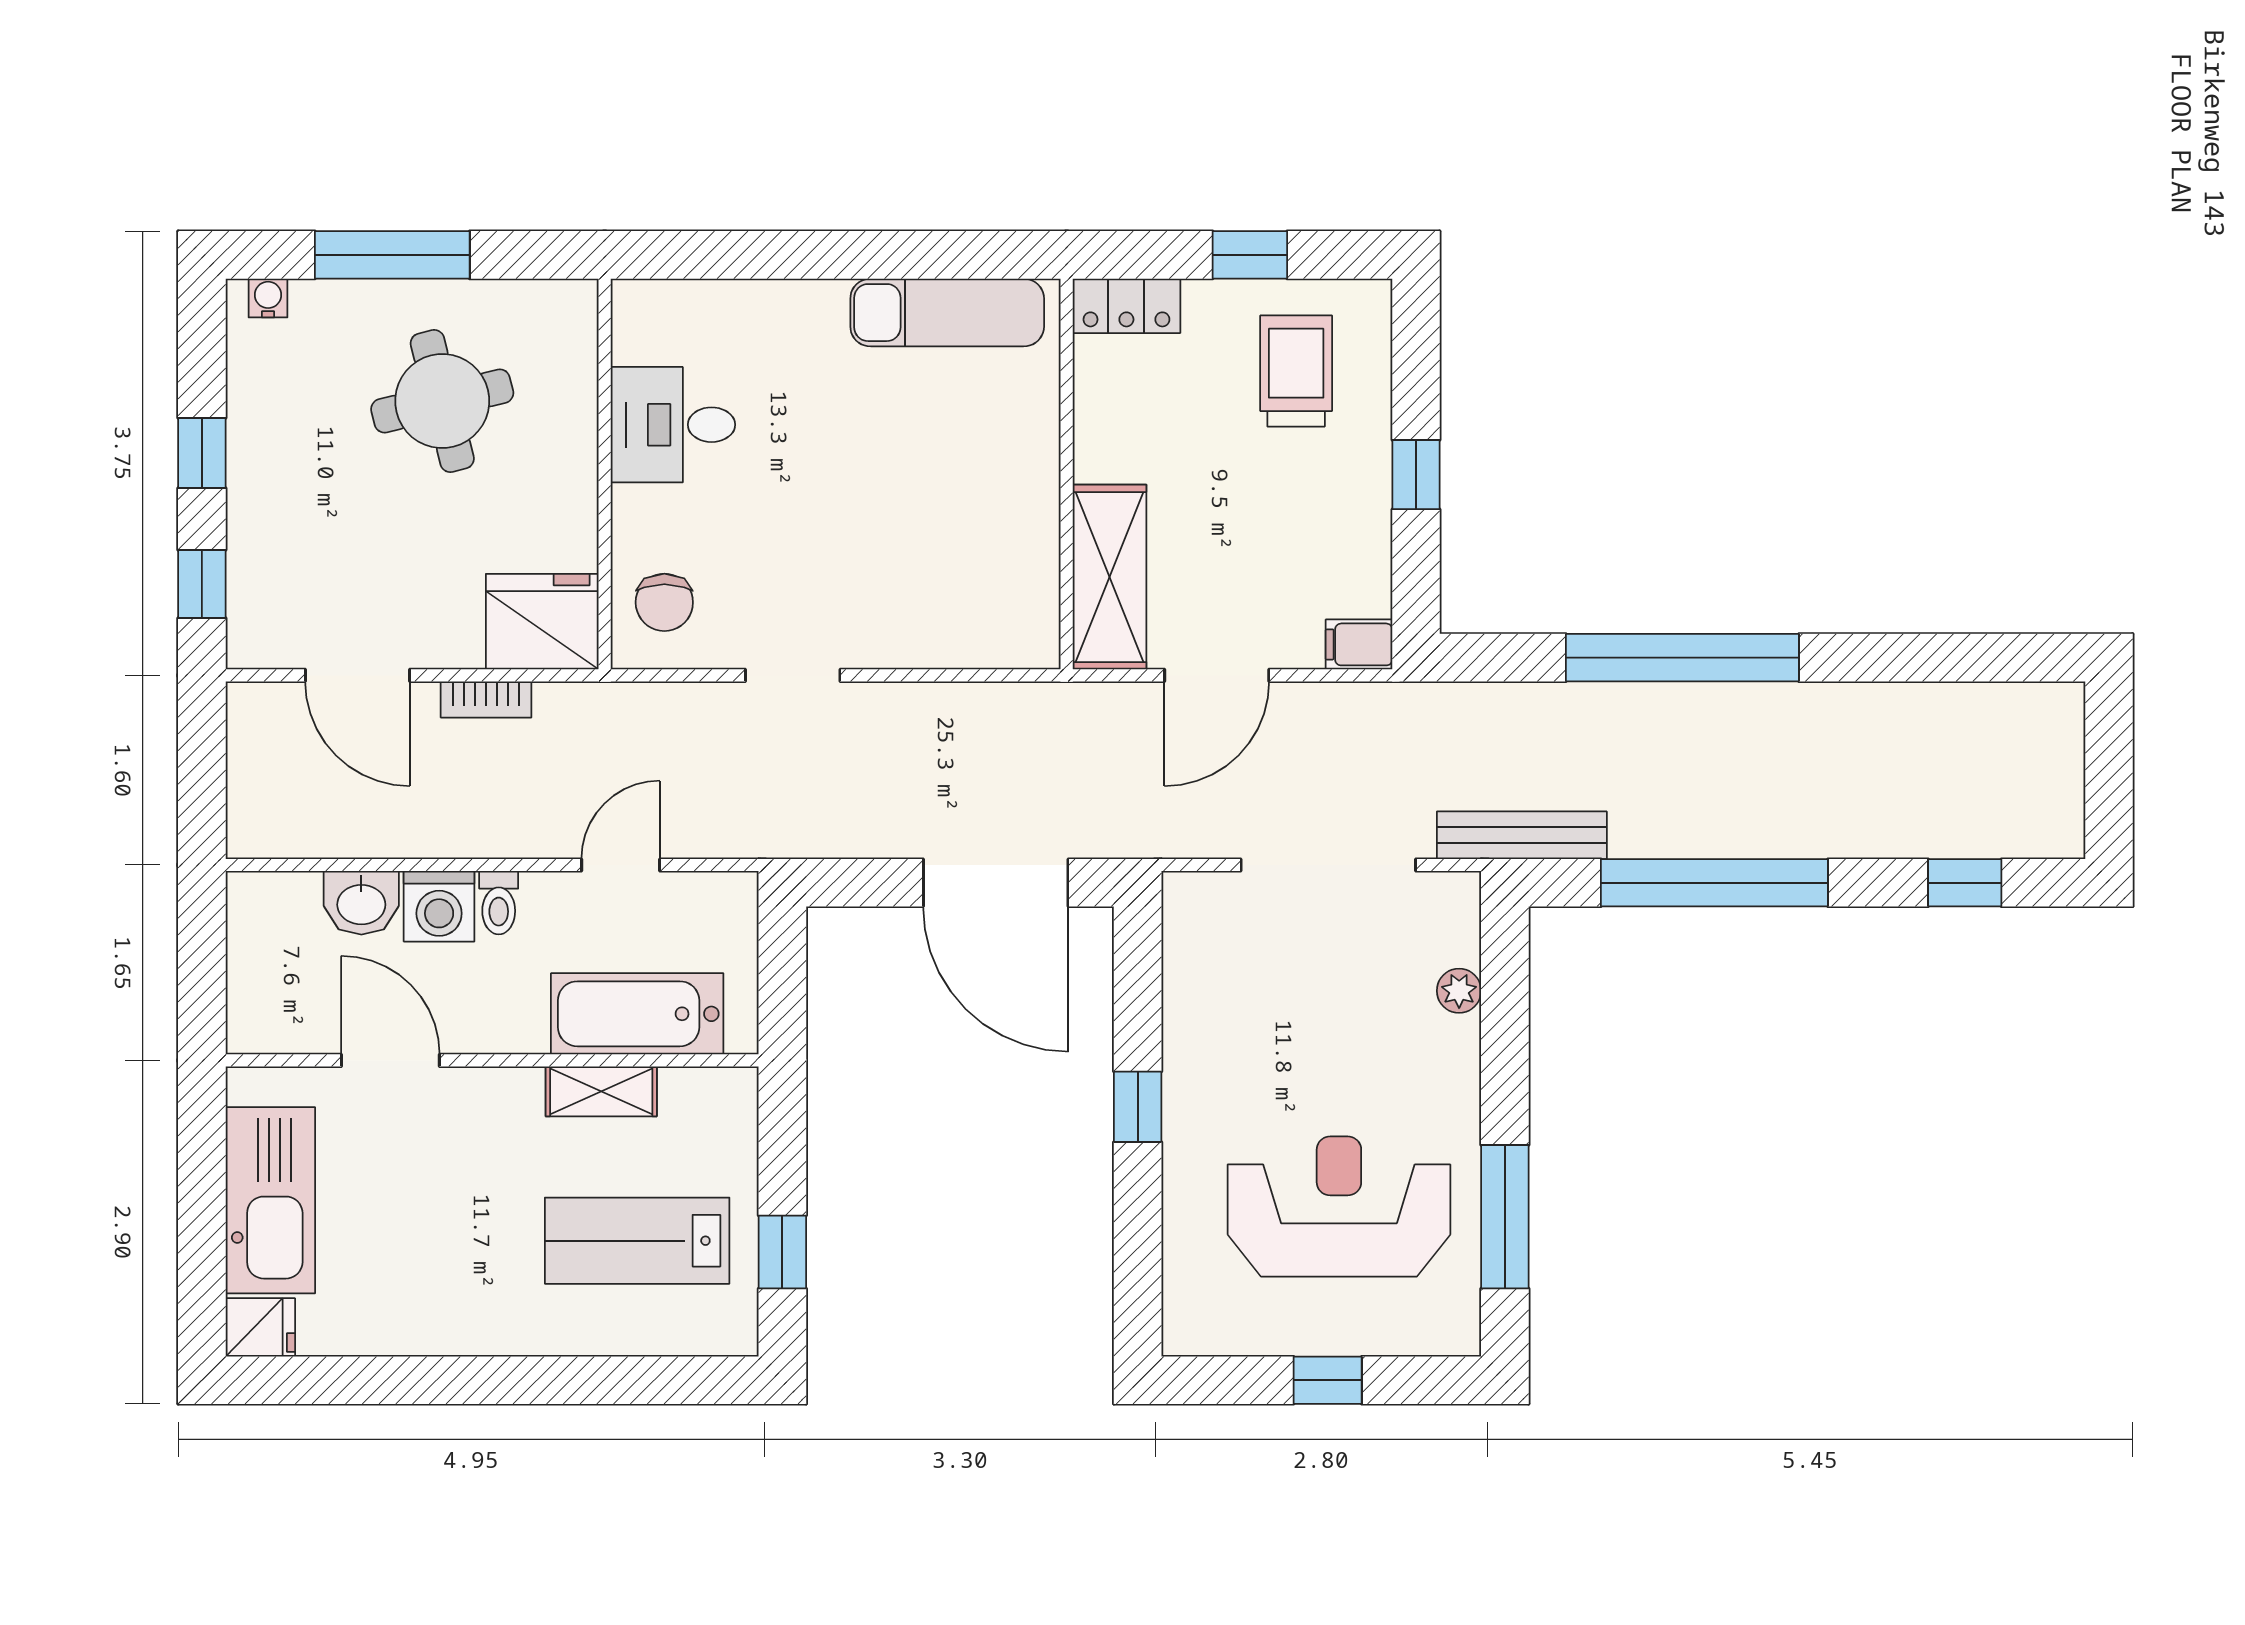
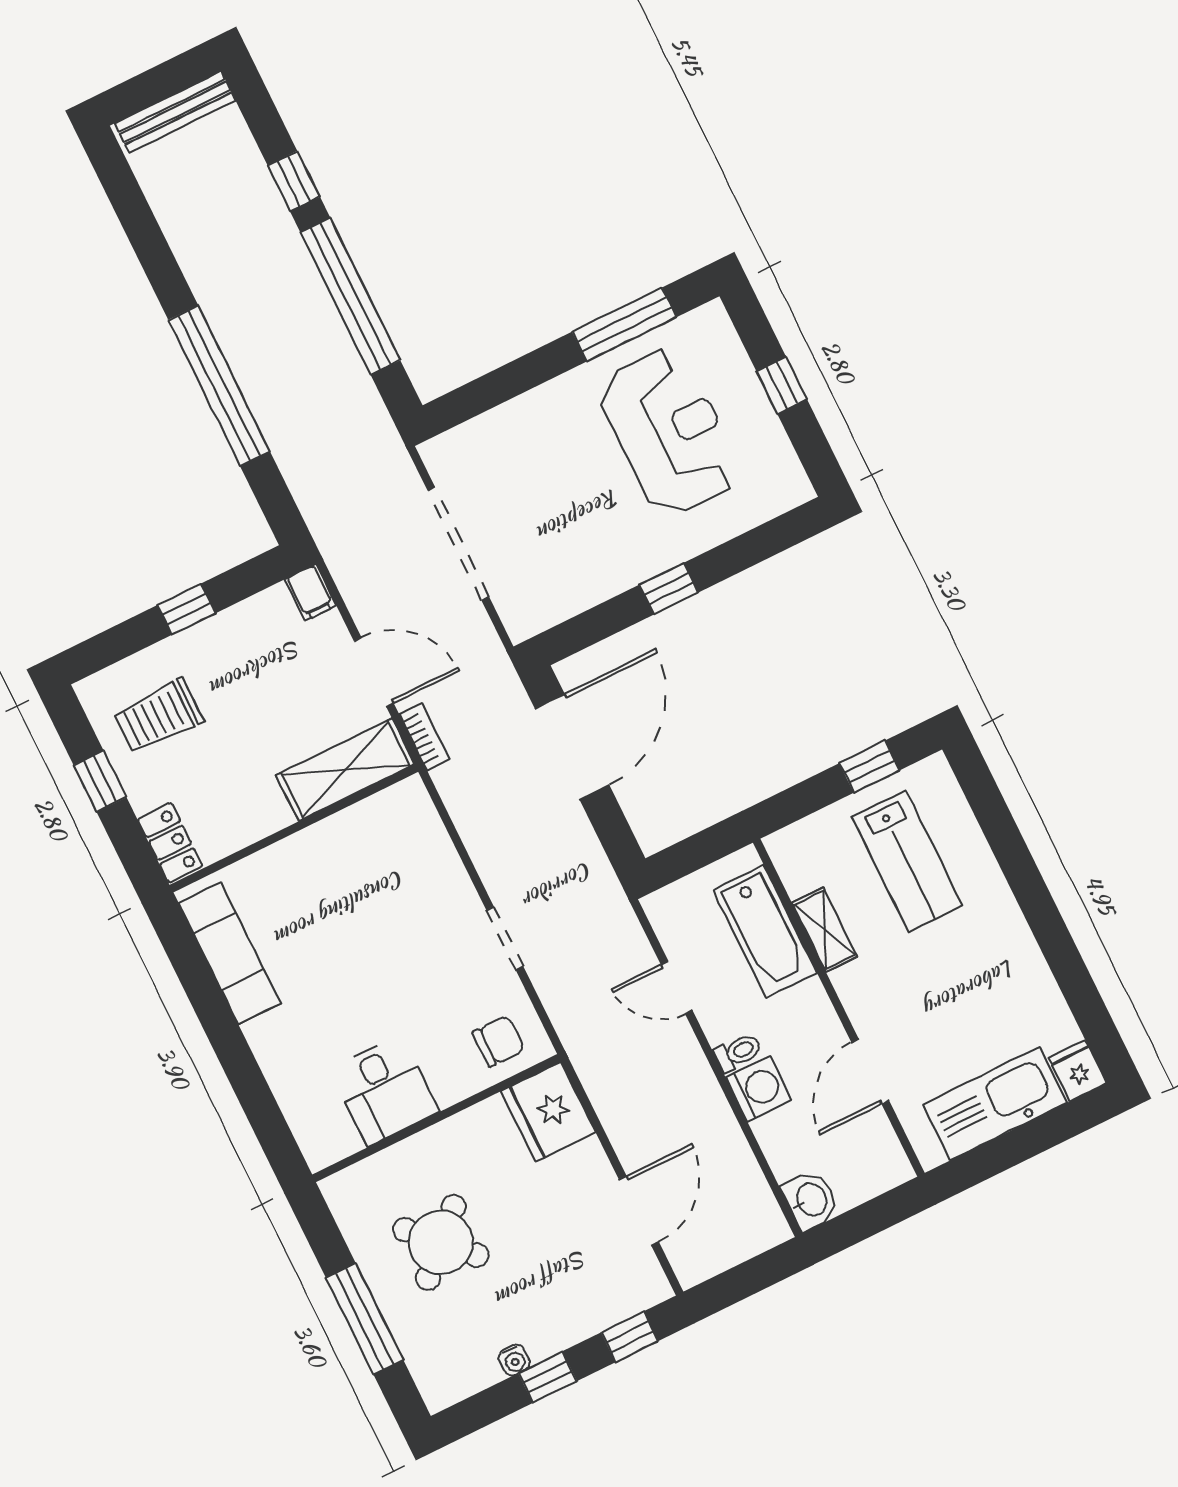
water cooler: (268, 298) -> (514, 1360), moved, turned -90
round table: (442, 401) -> (441, 1242), turned -30
bookcase: (486, 699) -> (424, 737), moved
bench: (1522, 835) -> (175, 112), moved, turned 90
window: (1965, 883) -> (294, 181), moved
washbasin: (361, 903) -> (811, 1200), moved
plant: (1459, 991) -> (497, 423), removed
reception desk: (1339, 1207) -> (669, 432), turned 180

